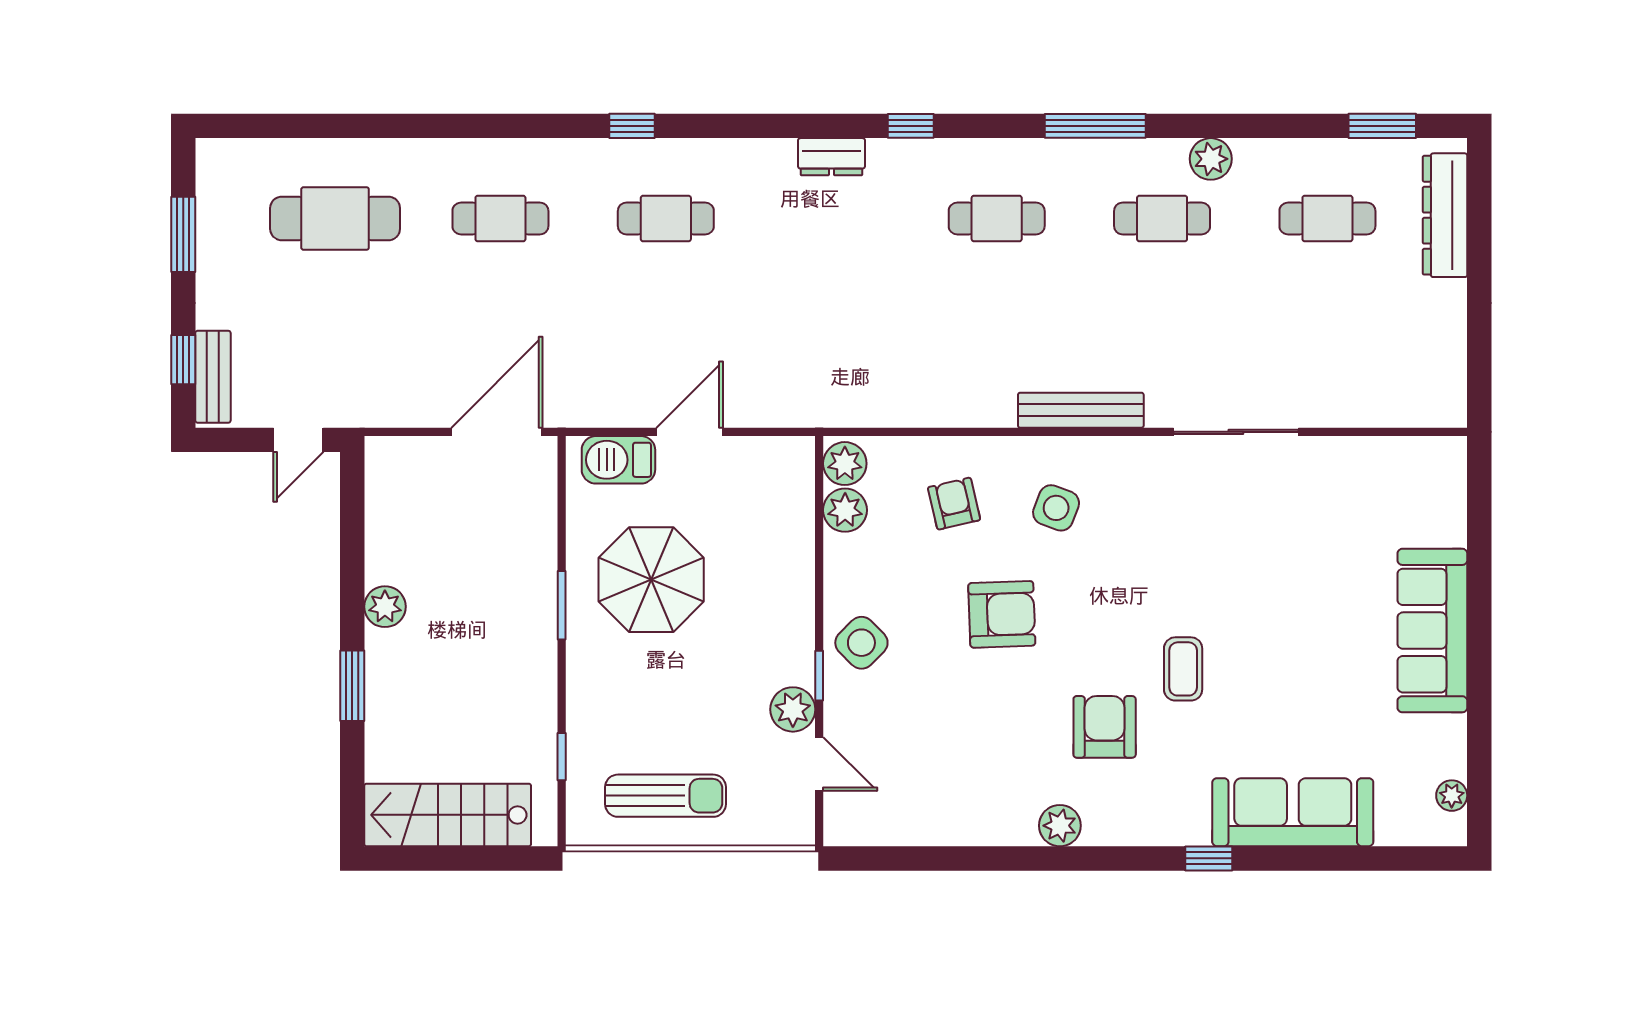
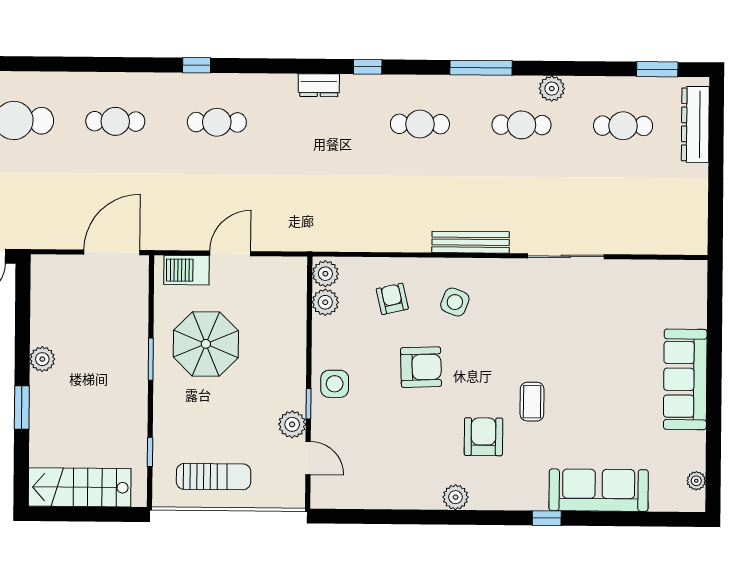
side table: (861, 643) -> (335, 384), turned 45

